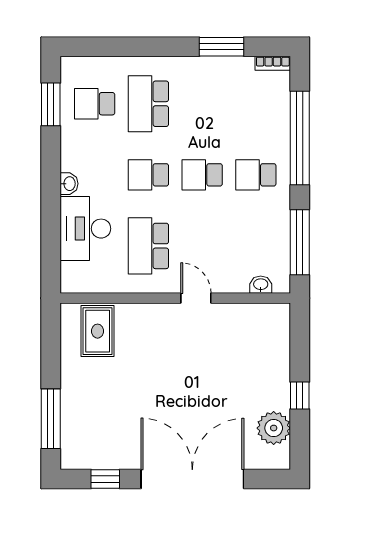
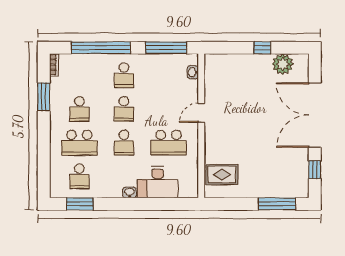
school desk: (202, 104) -> (79, 109), added

